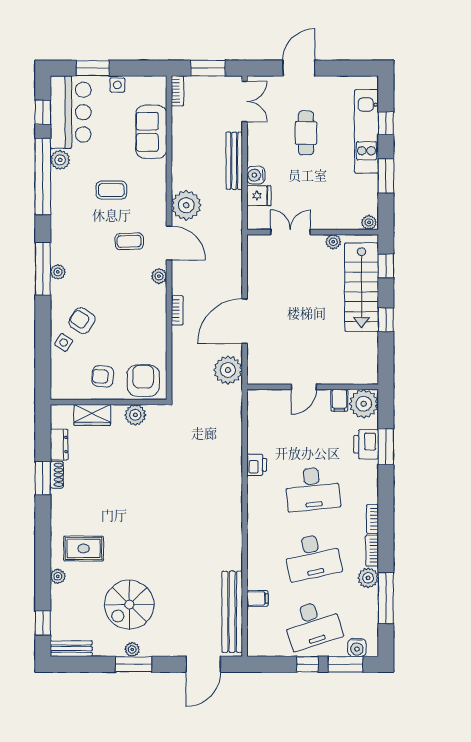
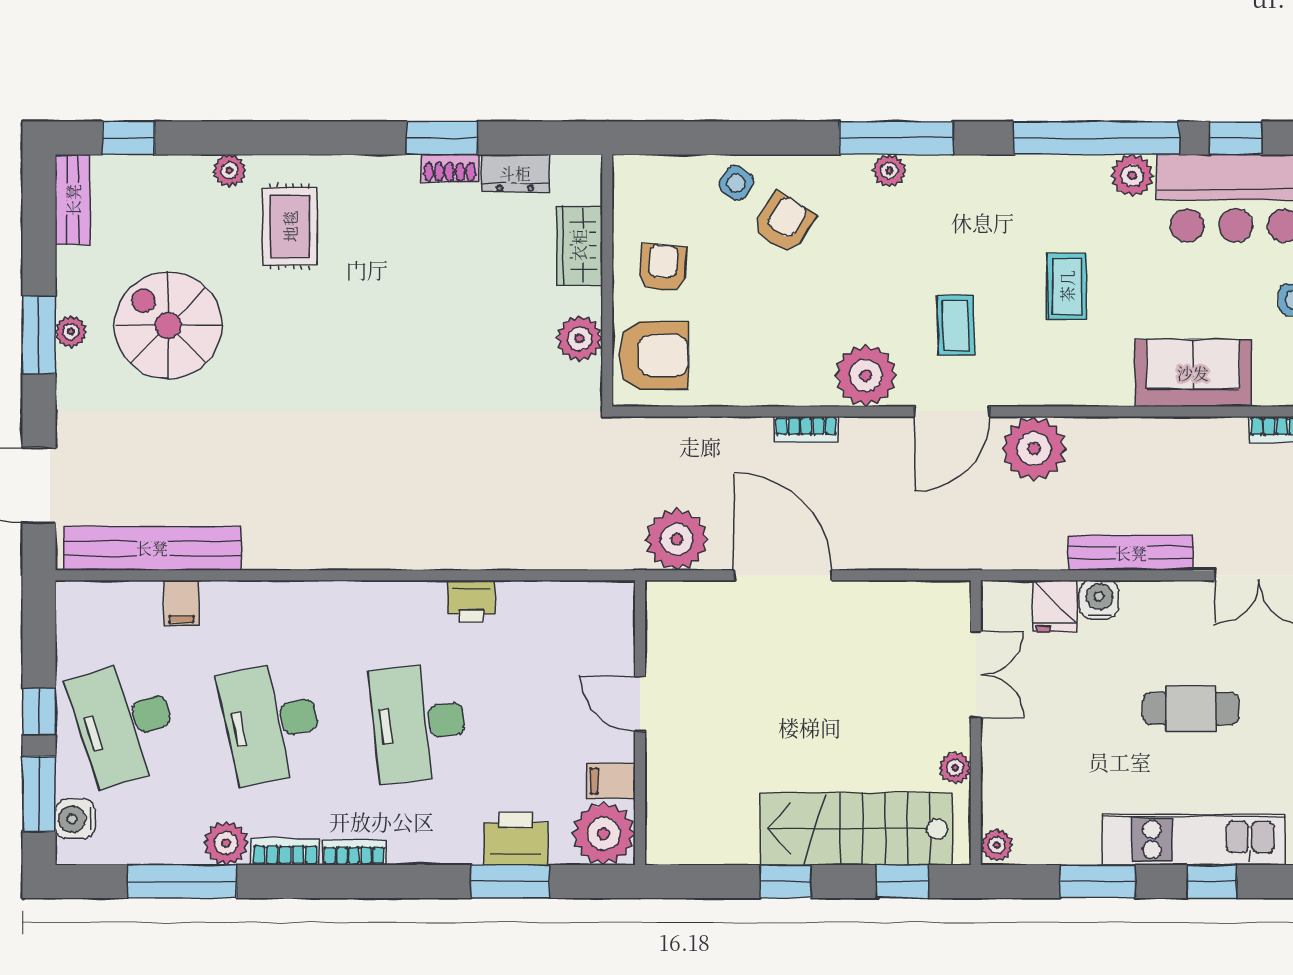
plant: (159, 276) -> (866, 375), width x1.87, depth x1.87

